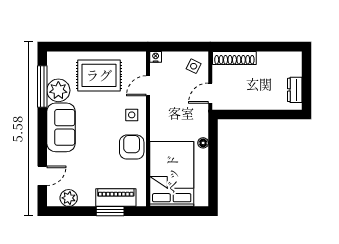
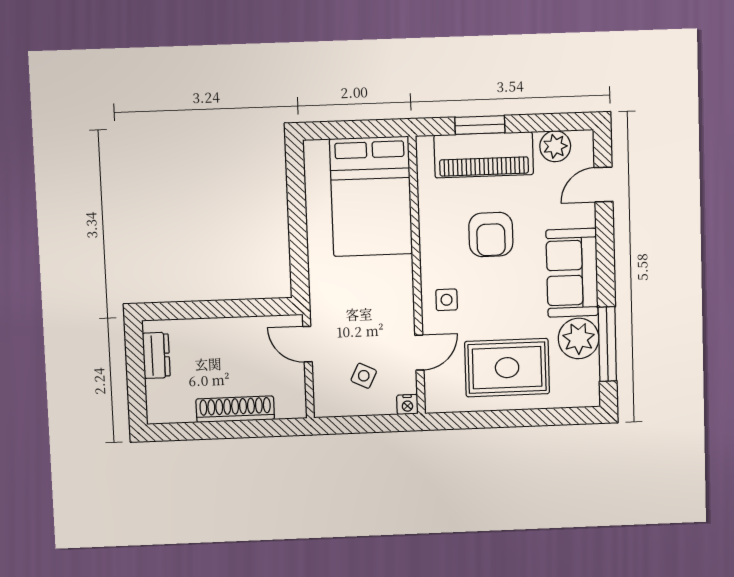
shoe rack: (234, 58) -> (235, 409), moved
side table: (194, 66) -> (364, 376), moved
door: (210, 93) -> (307, 344), swing flipped
floor lamp: (203, 143) -> (317, 254), removed
armchair: (132, 147) -> (491, 235), moved
piano: (116, 198) -> (484, 155), width x1.37, depth x1.33

